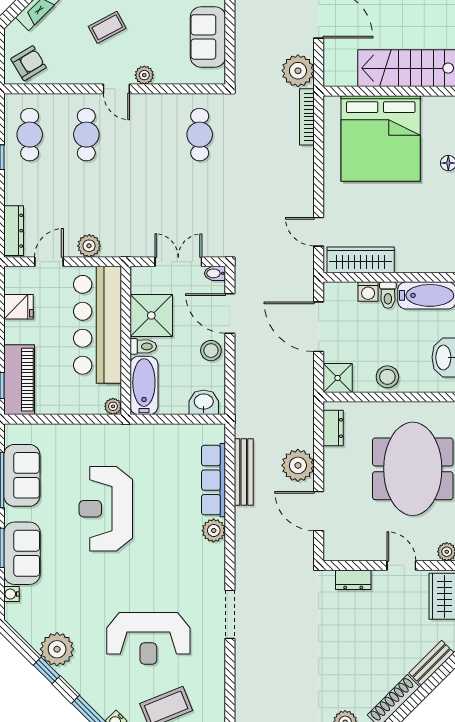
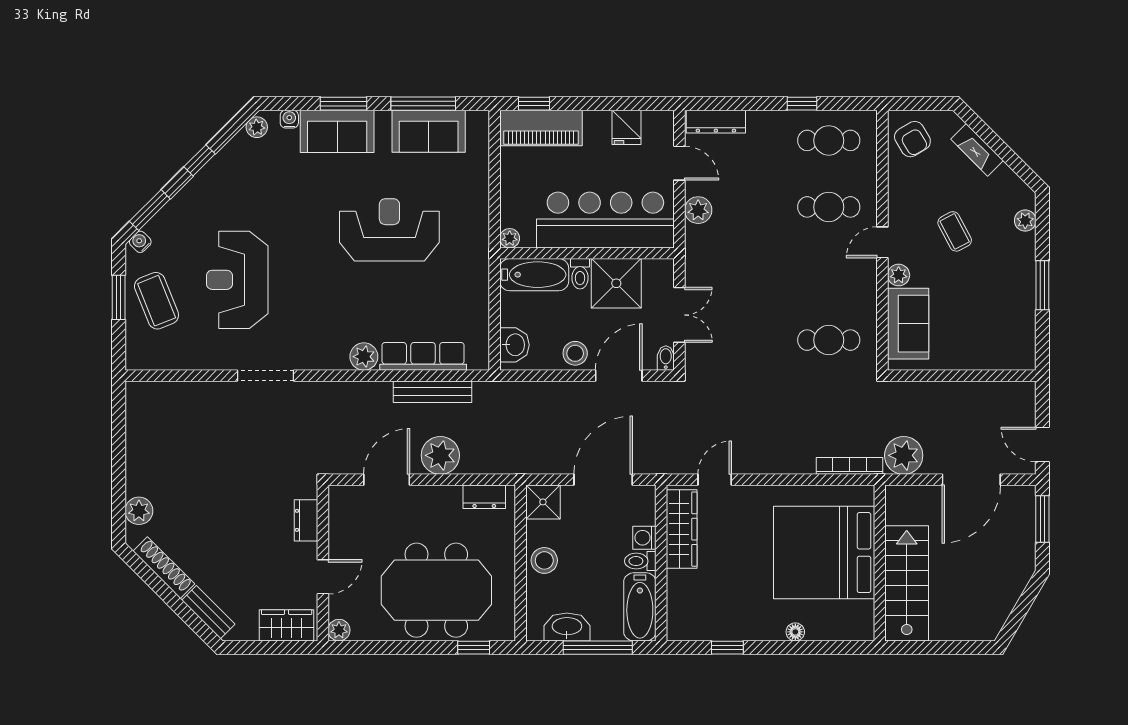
sofa: (208, 37) -> (908, 324), moved, turned 90
plant: (57, 649) -> (257, 127), moved, width x0.53, depth x0.53

